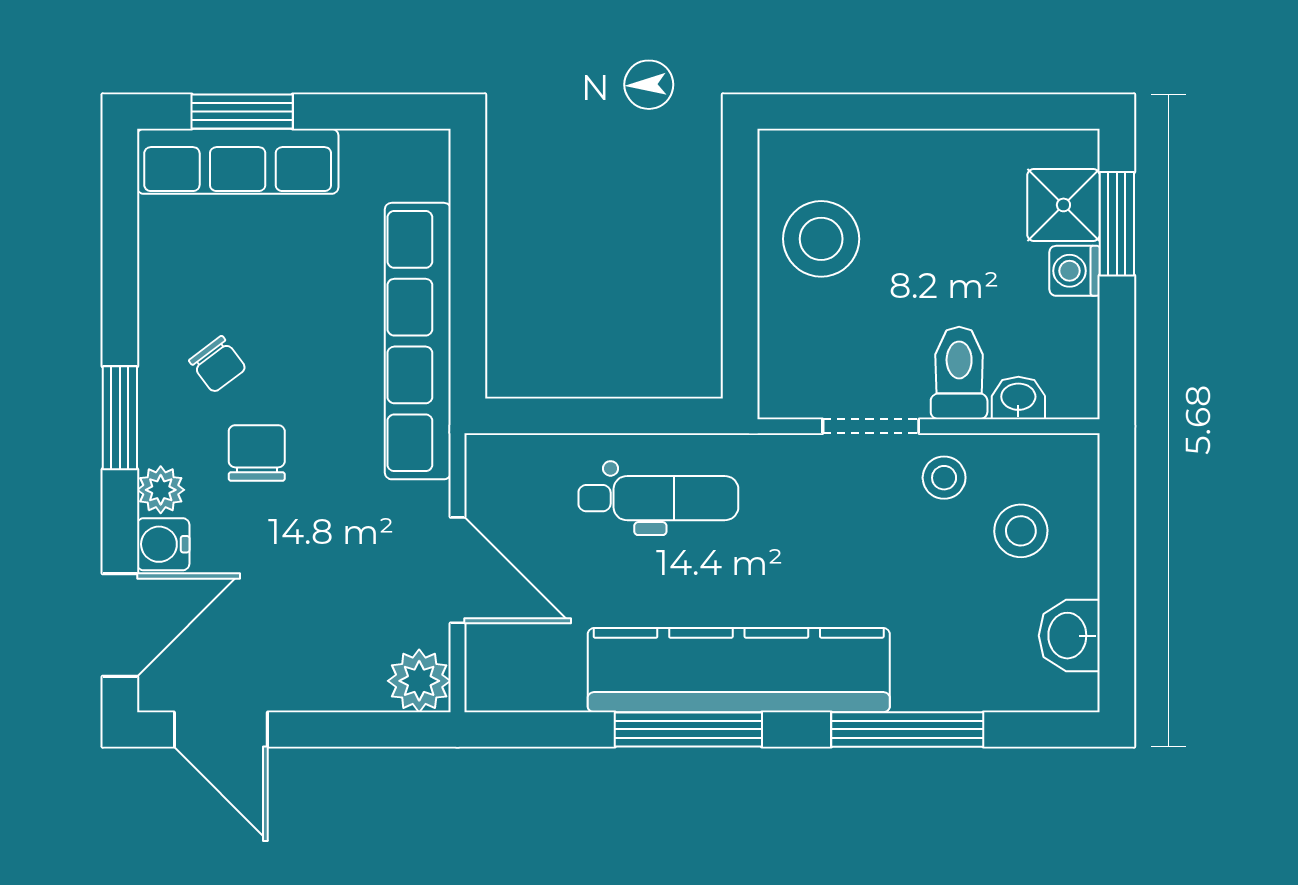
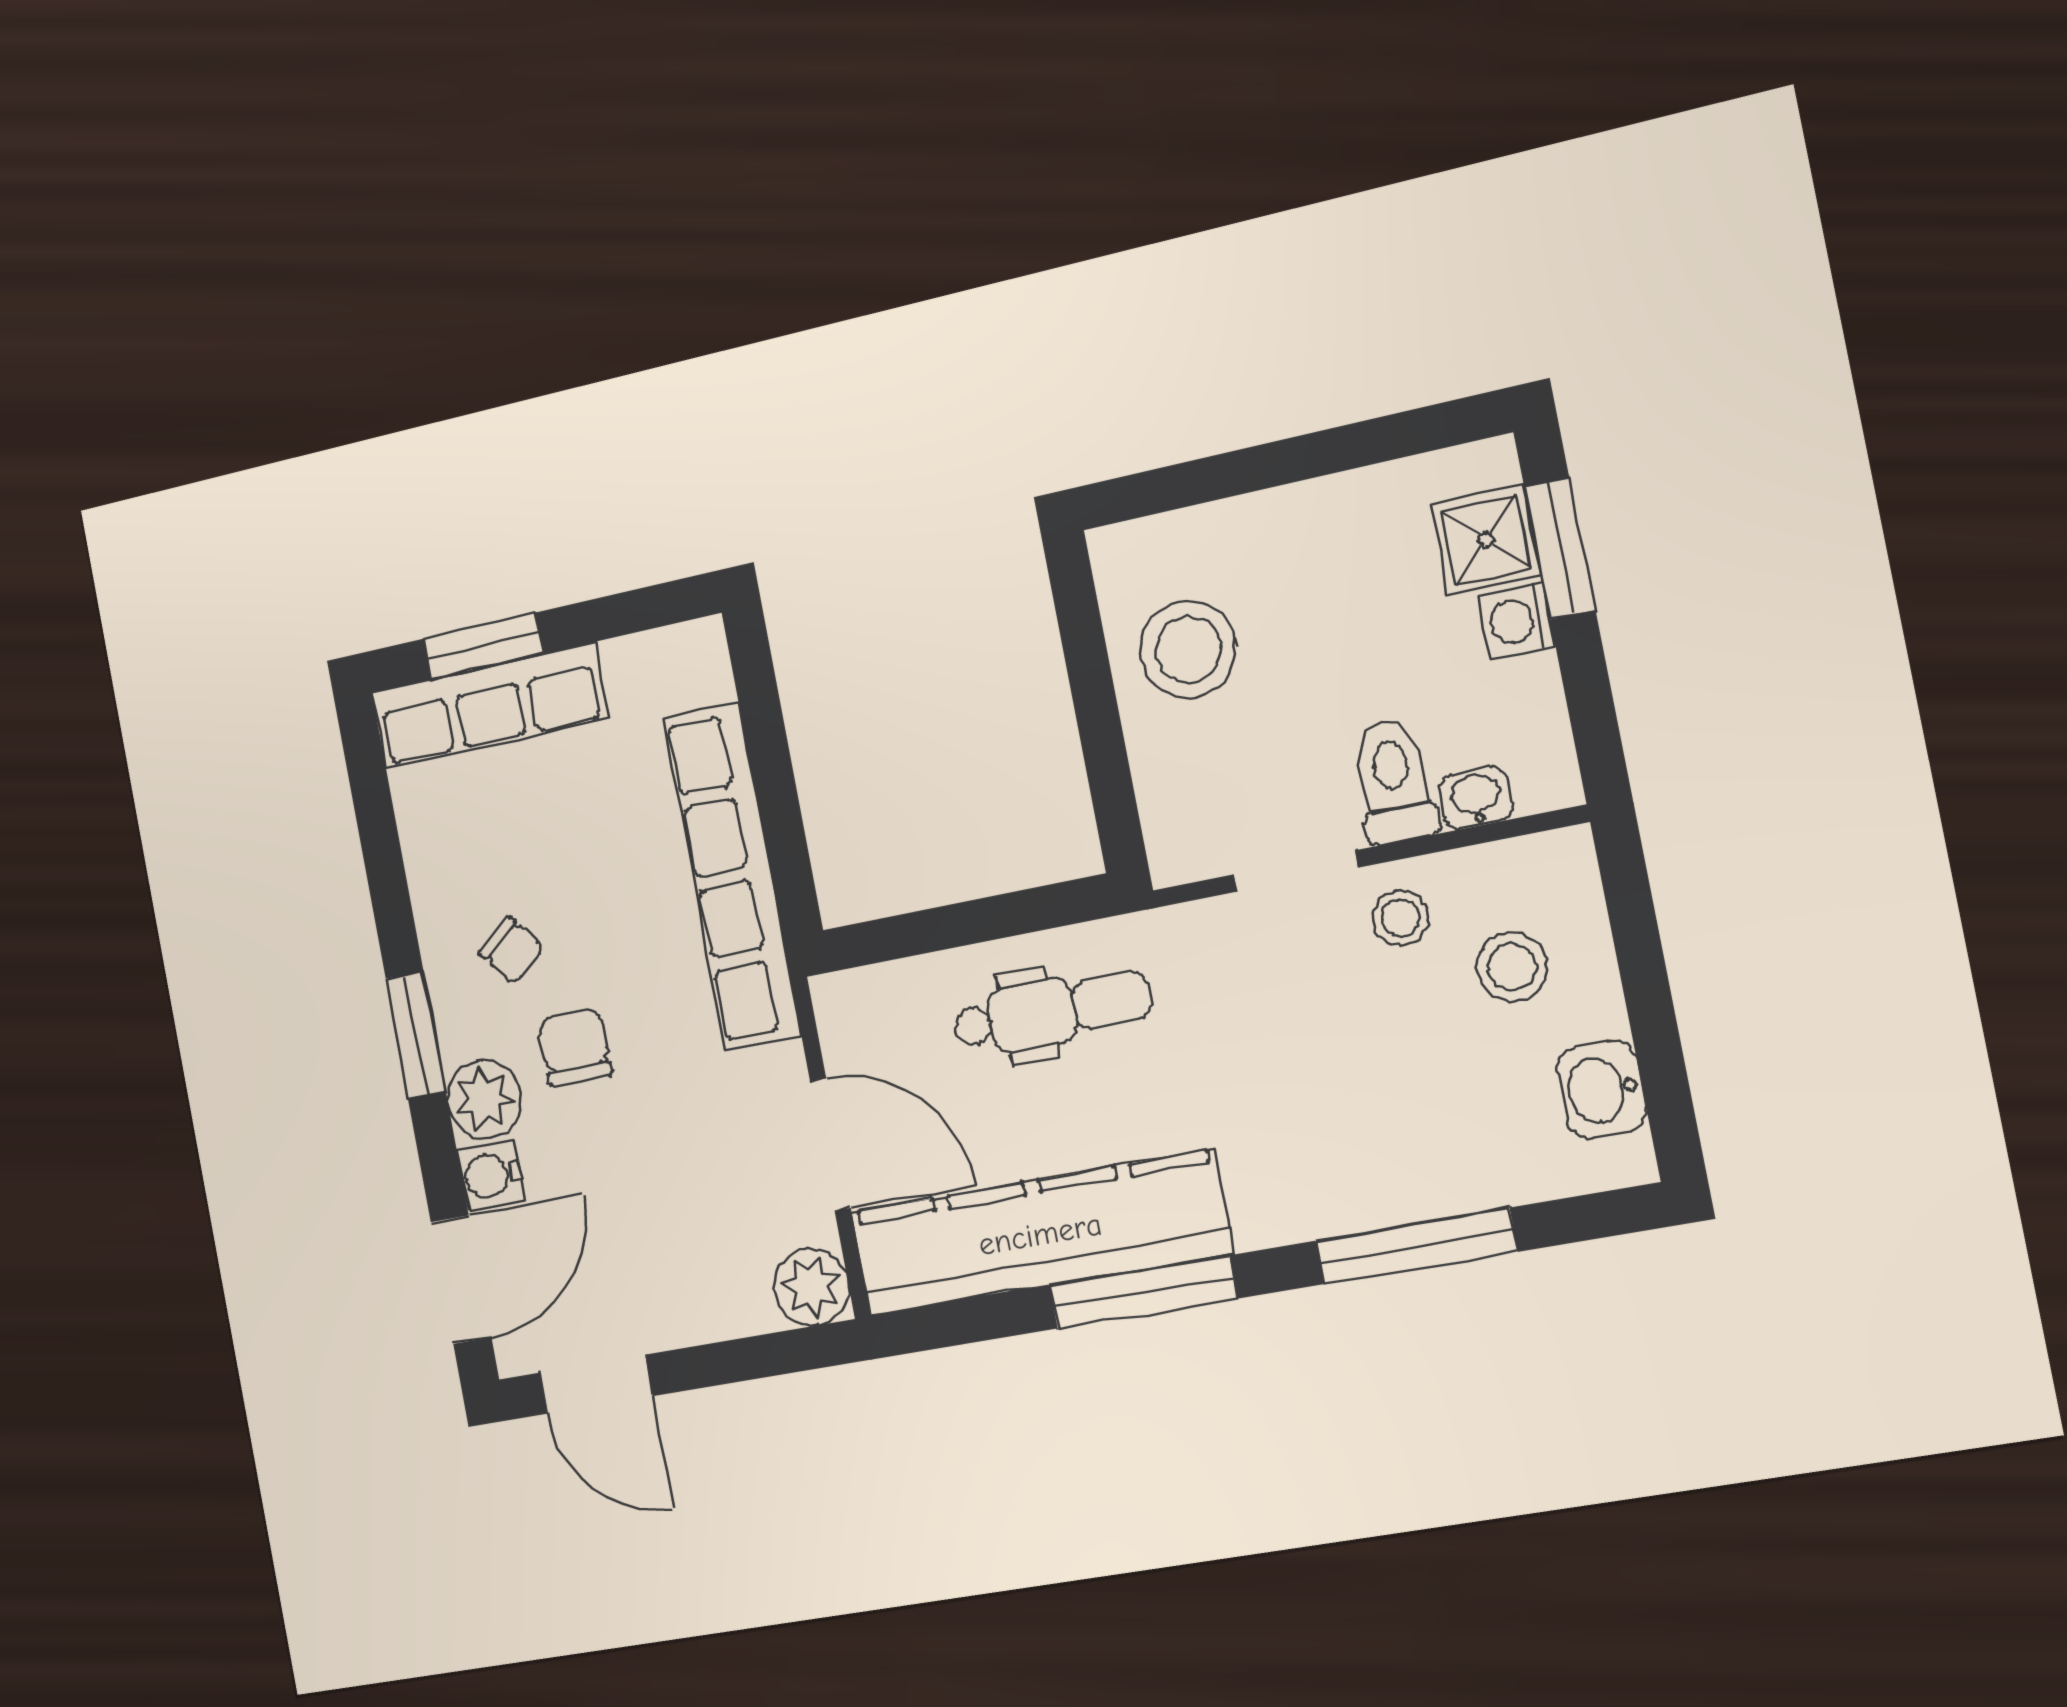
plant: (161, 490) -> (484, 1099), width x1.38, depth x1.38
kitchen counter: (739, 670) -> (1040, 1234), moved

